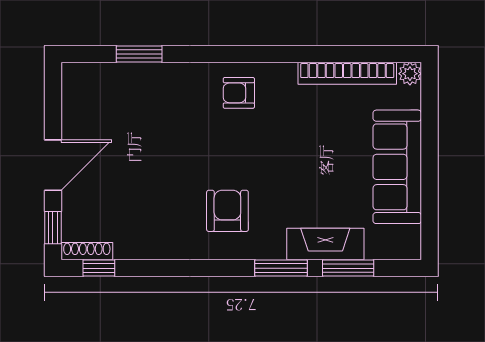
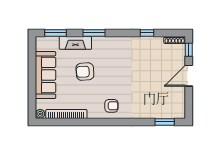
window: (139, 54) -> (165, 122), moved
armchair: (227, 211) -> (85, 72), moved, turned 86
window: (99, 268) -> (147, 33), moved
window: (348, 268) -> (56, 33), moved

